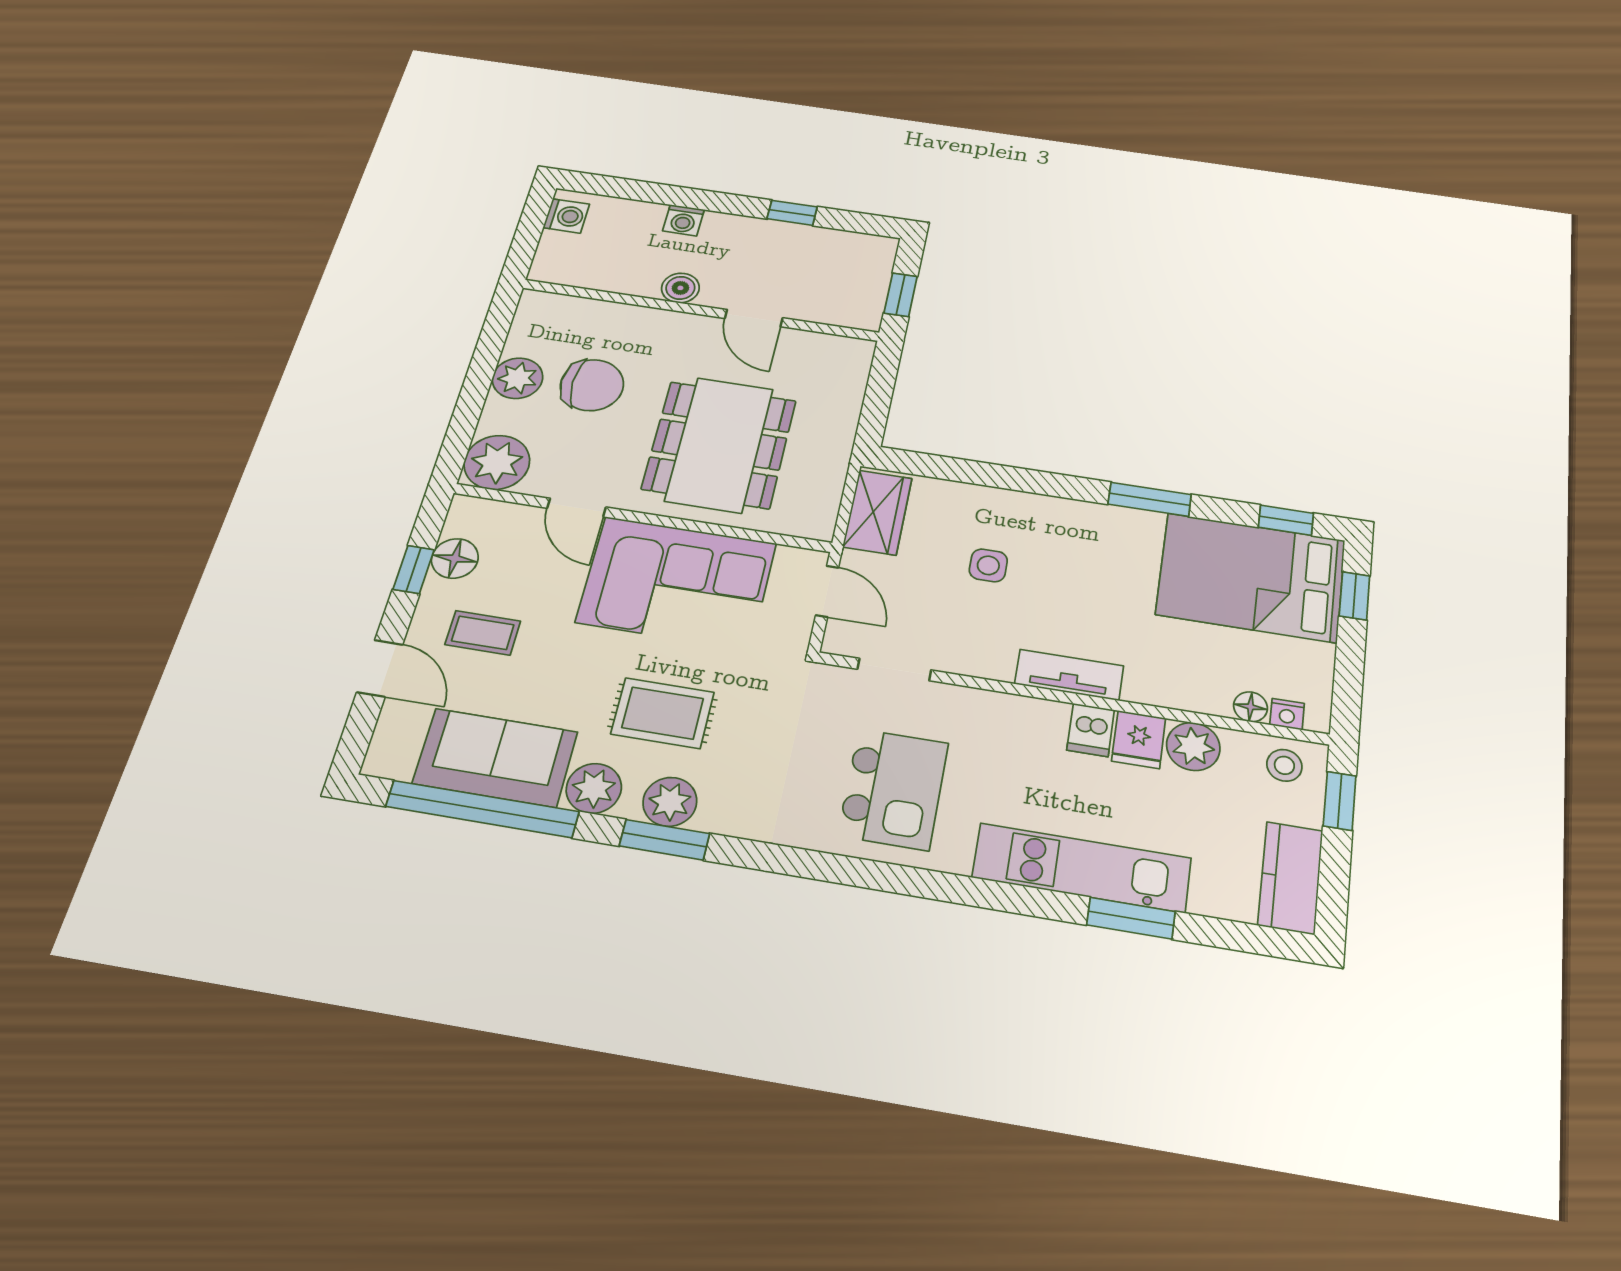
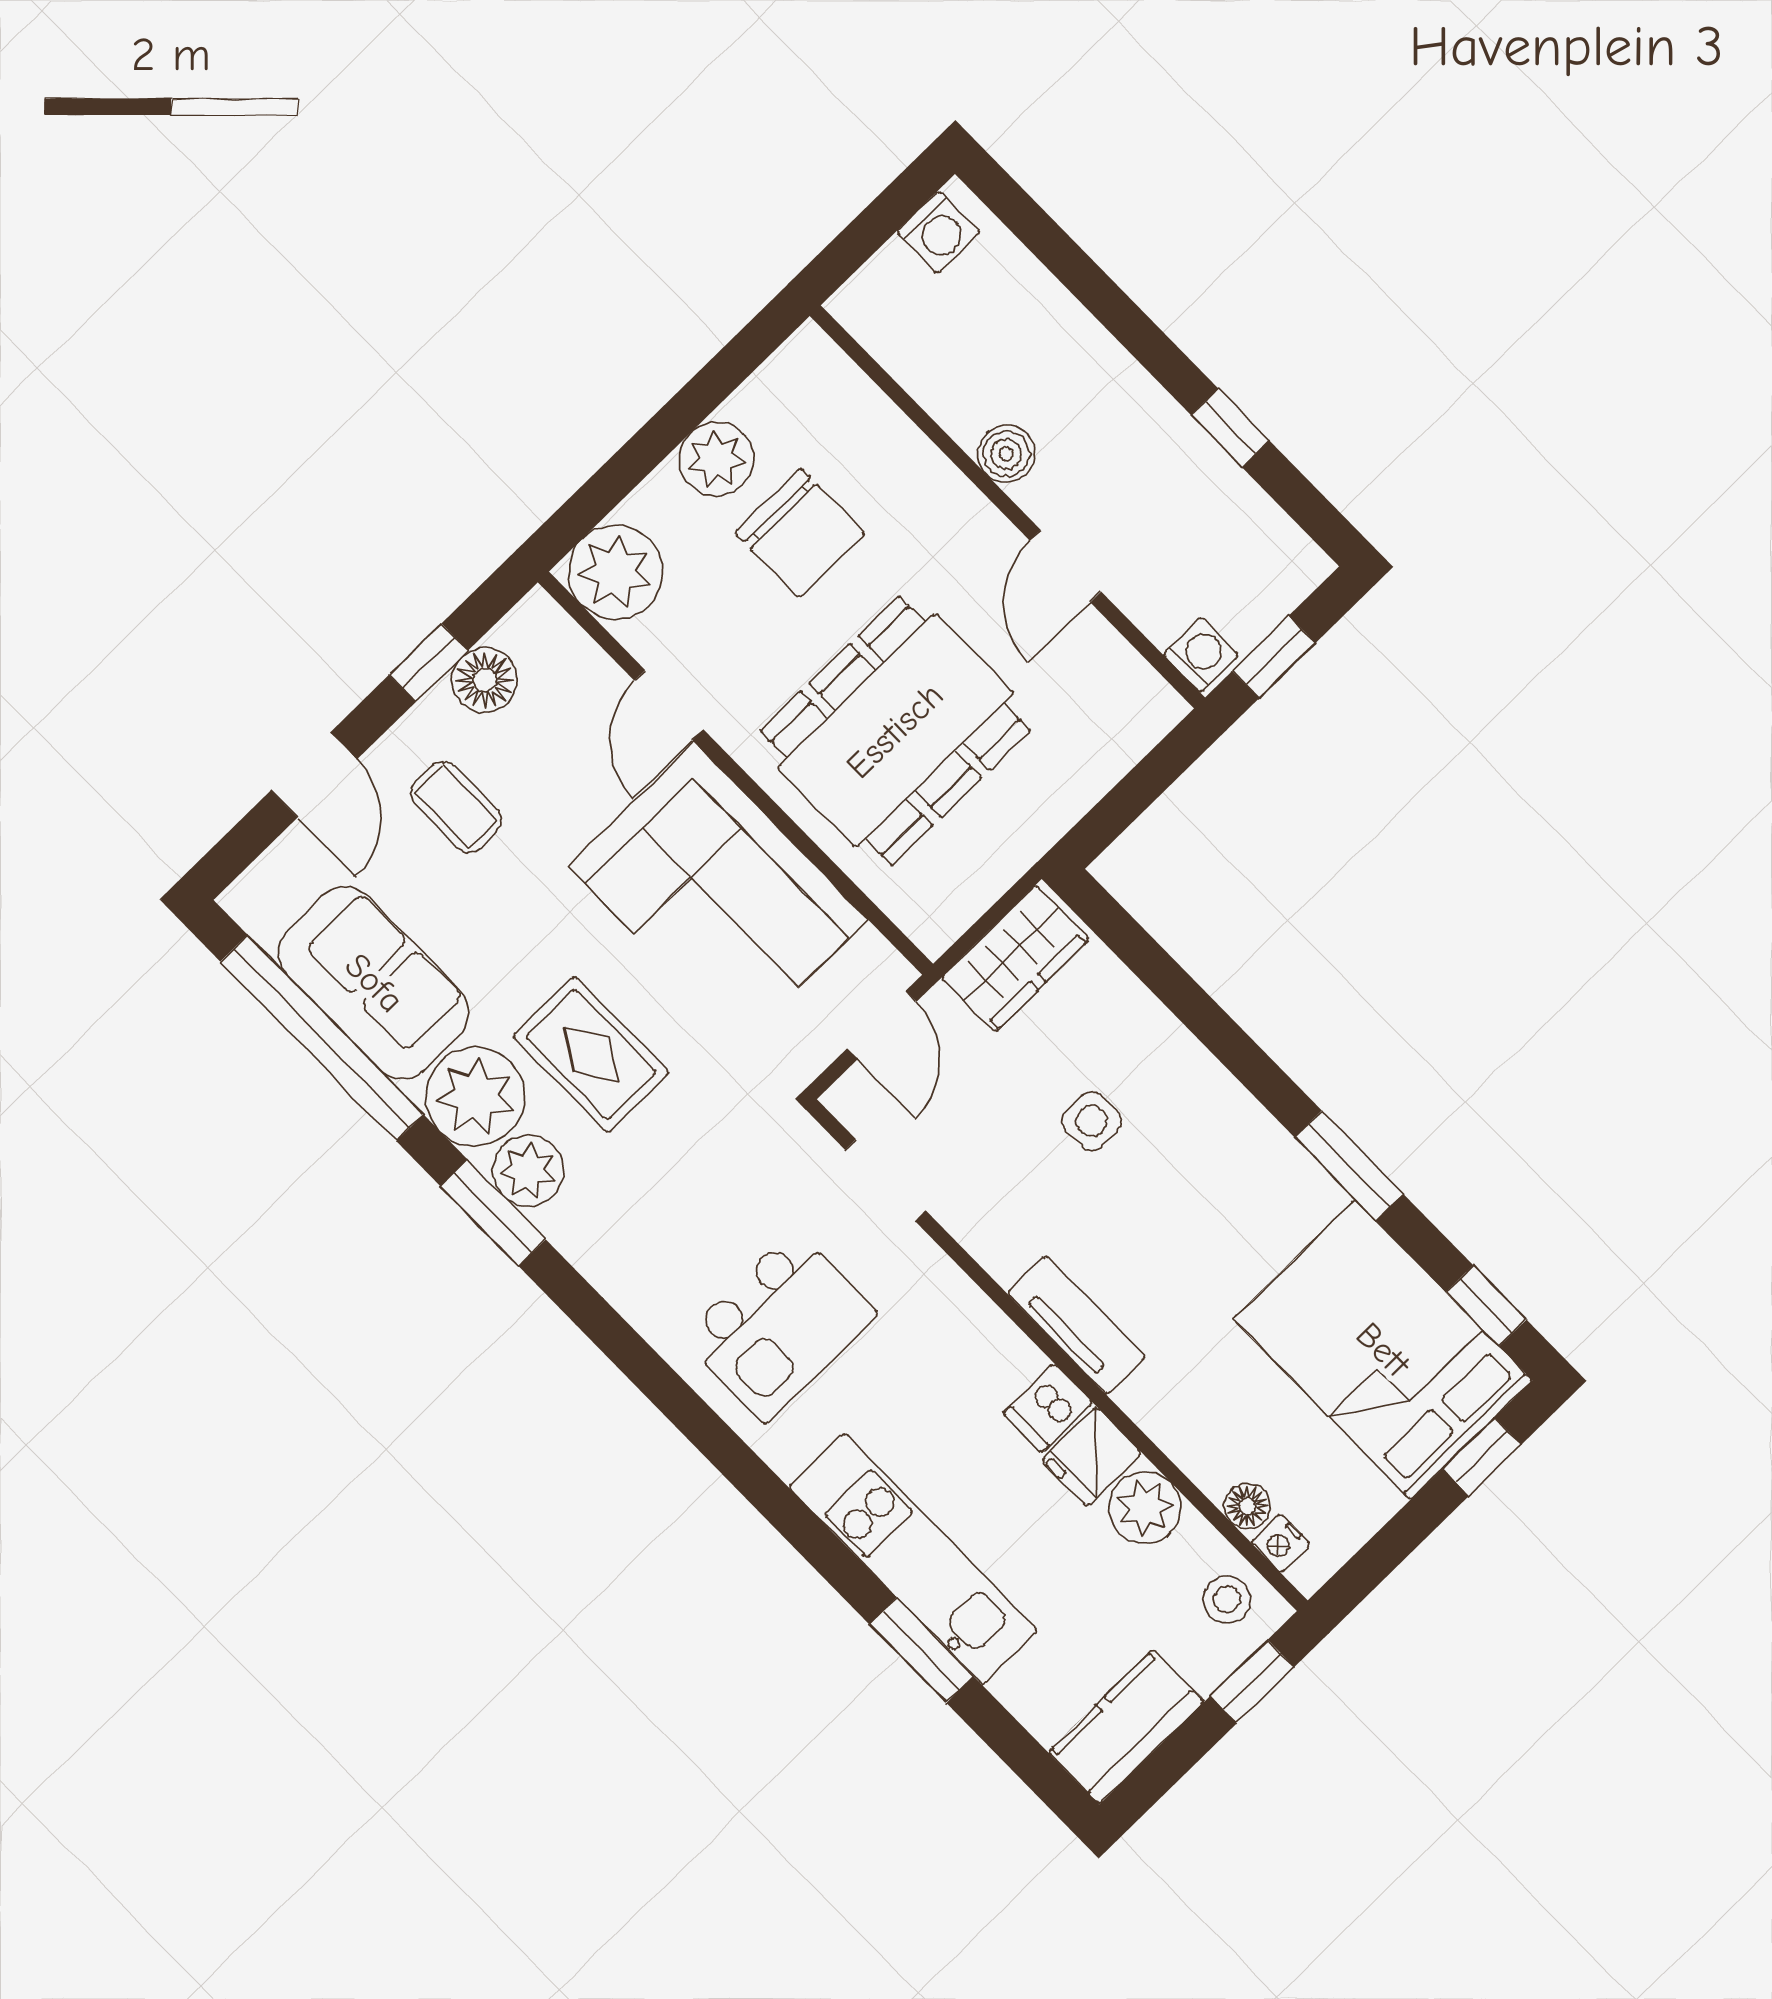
washing machine: (683, 220) -> (1201, 655), moved, turned 180
plant: (594, 788) -> (475, 1097), width x1.36, depth x1.36

